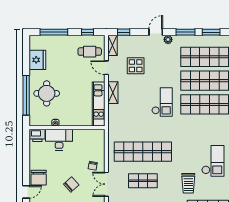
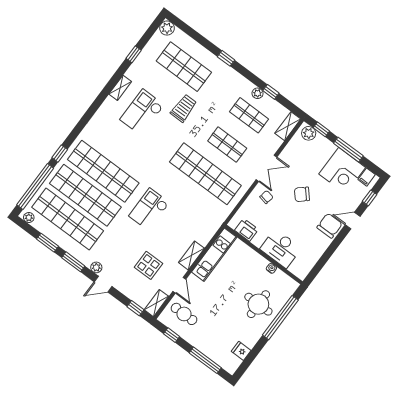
fridge: (37, 60) -> (241, 351), width x0.53, depth x0.75
printer: (37, 135) -> (247, 230), moved

